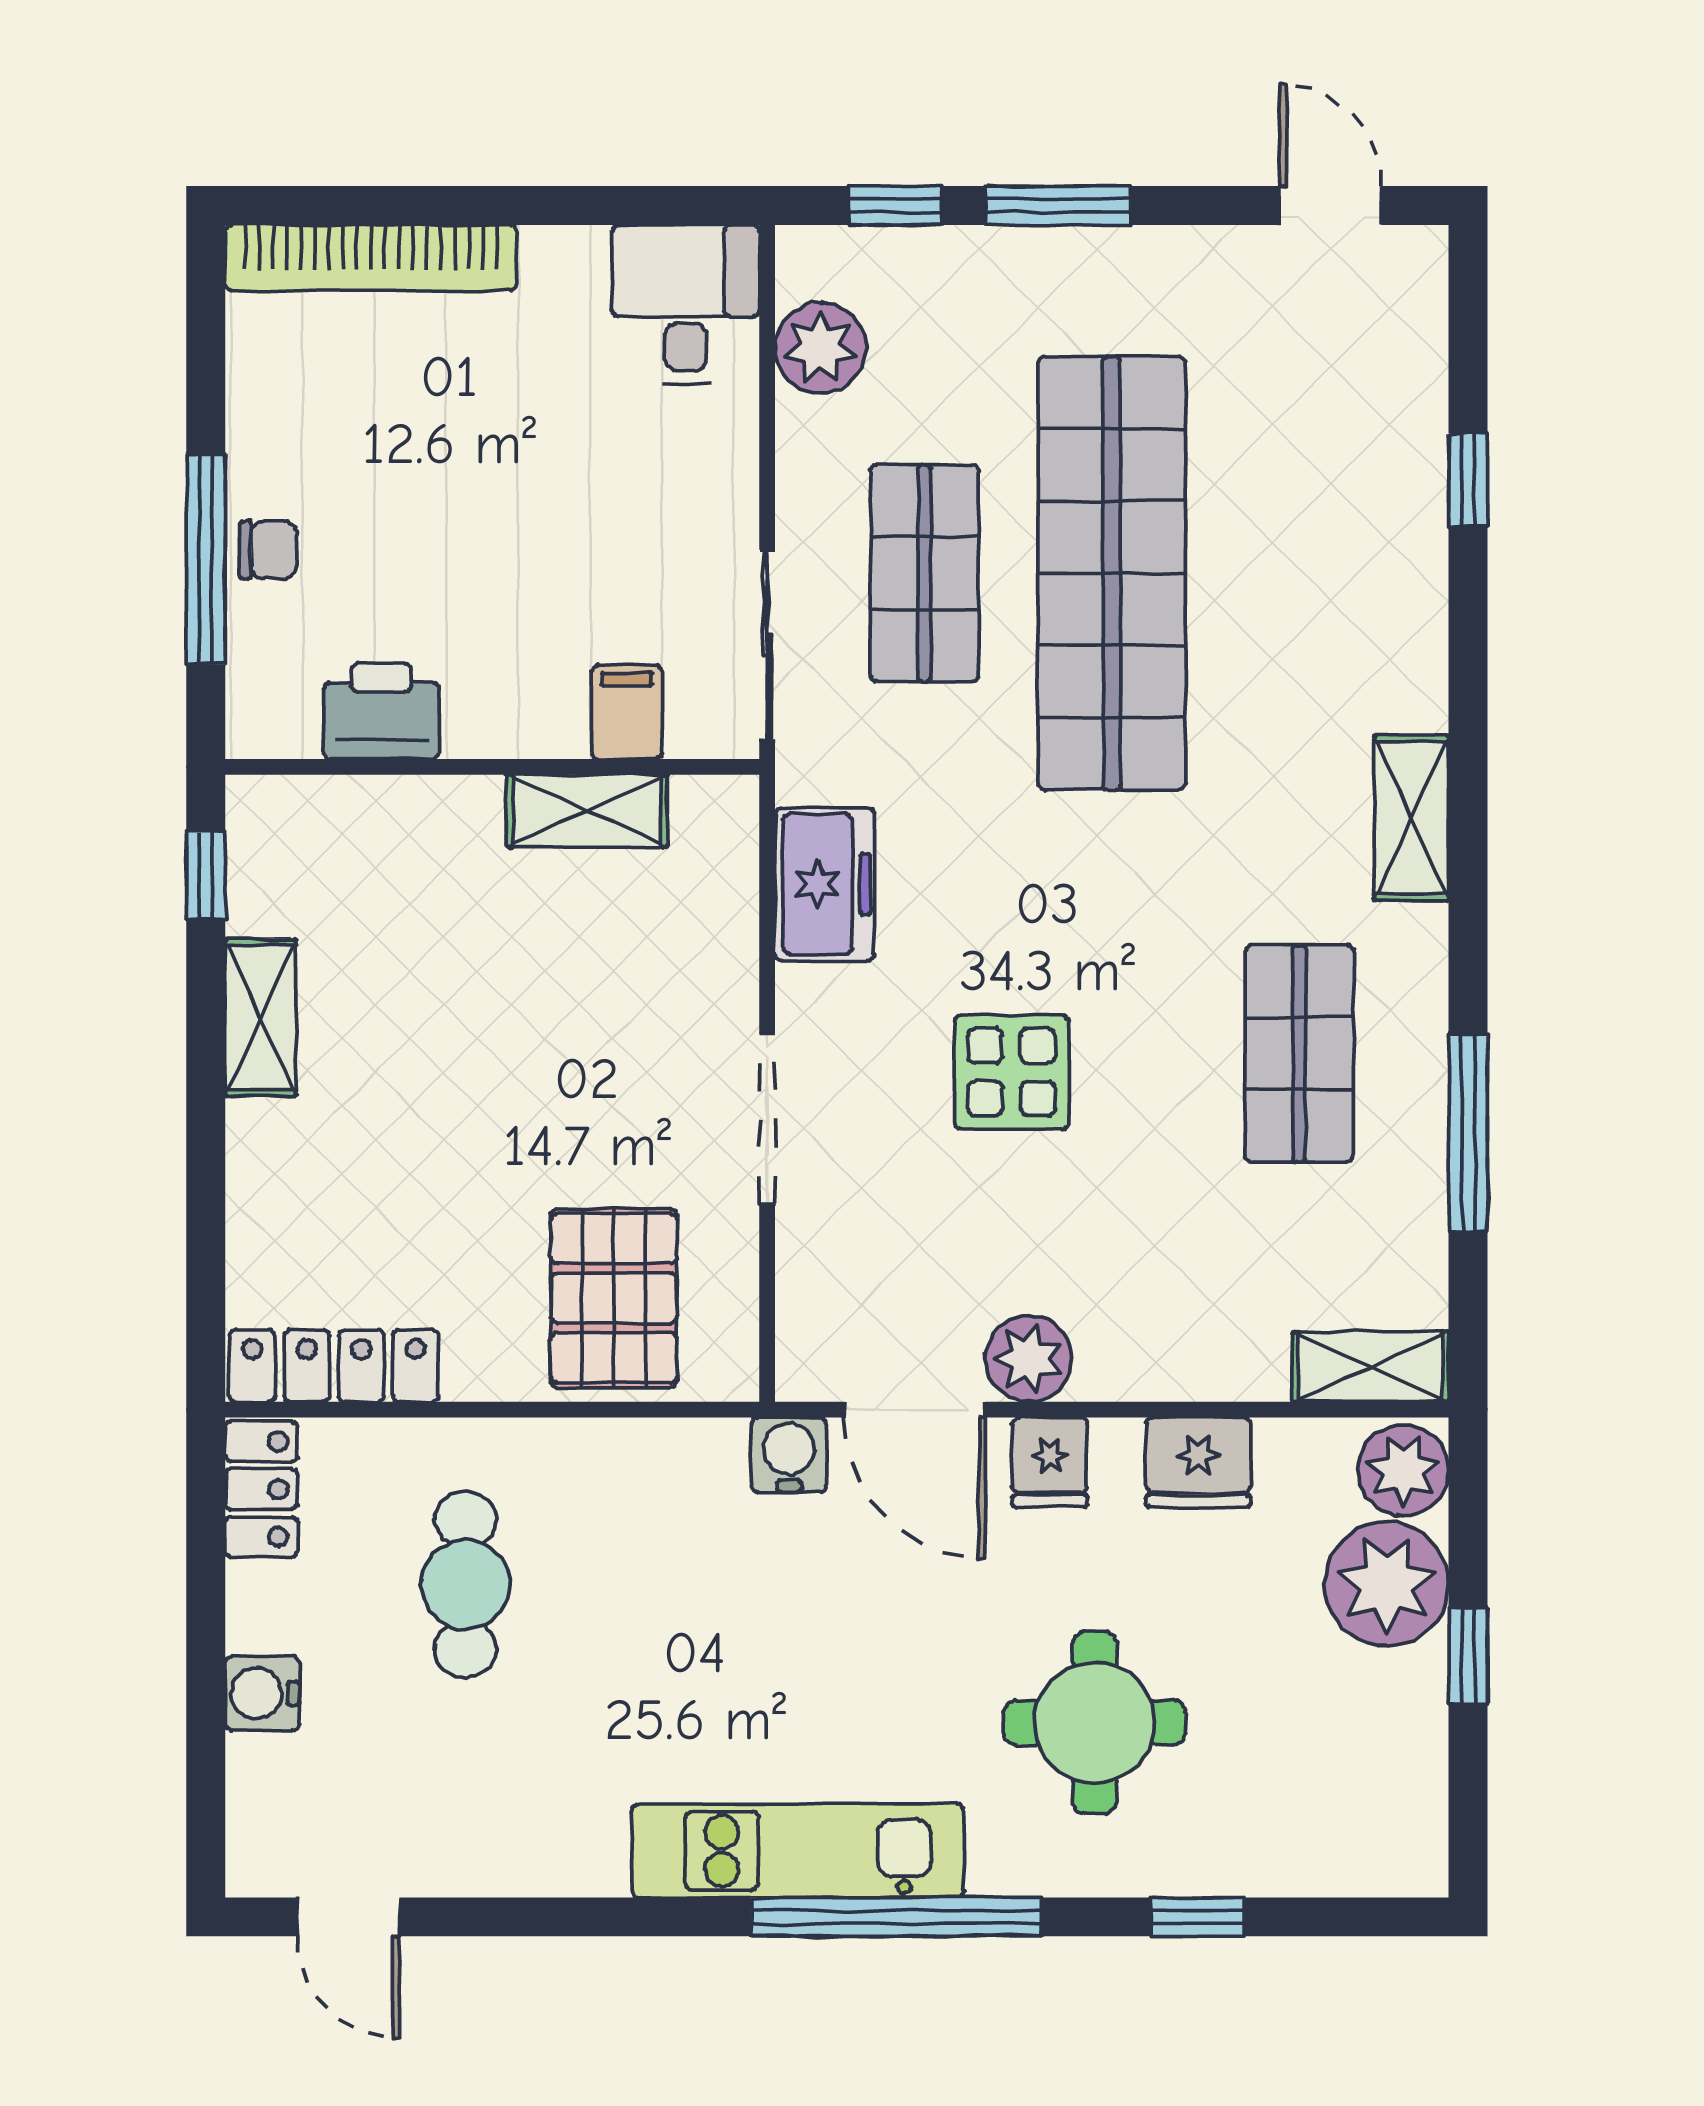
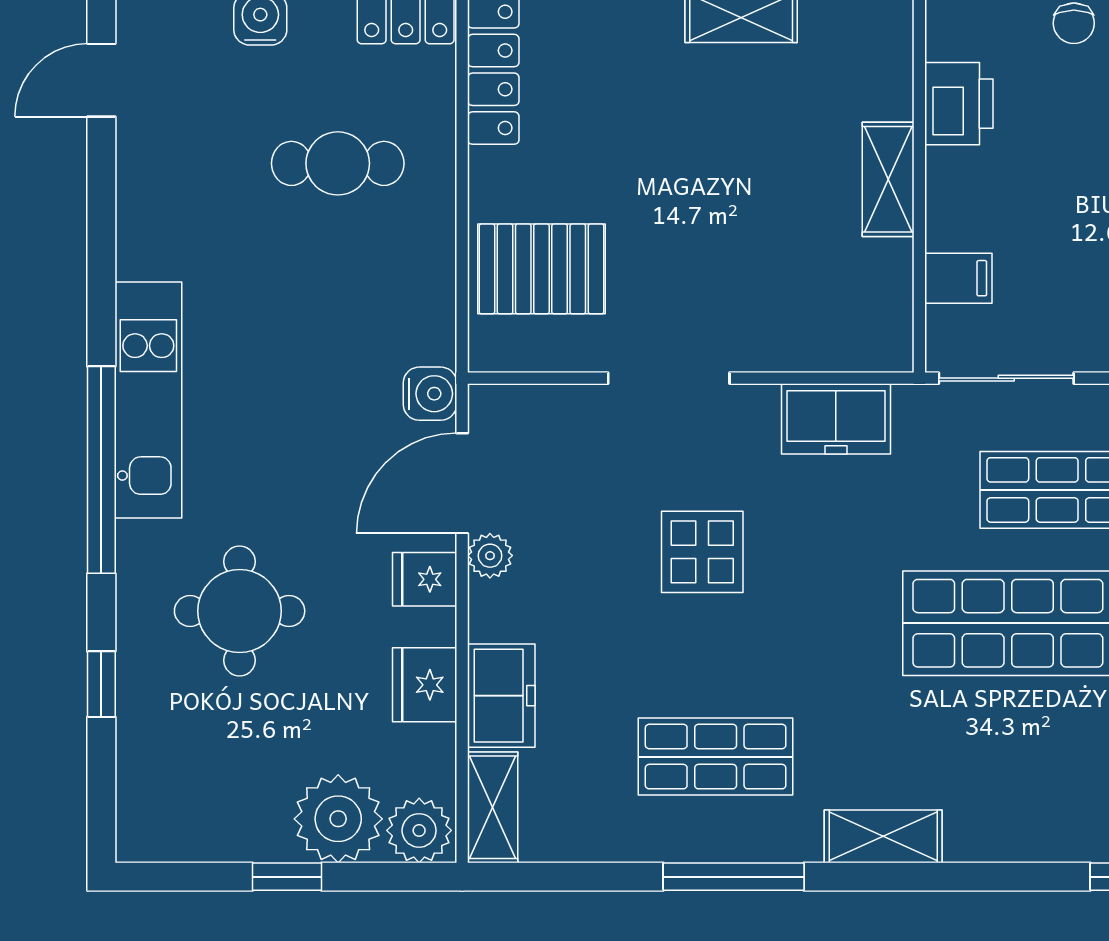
shelving: (587, 811) -> (888, 179), moved
window: (1468, 1133) -> (734, 877), moved
freezer: (1214, 1355) -> (501, 696), added
plant: (1029, 1359) -> (490, 556), width x0.73, depth x0.73

